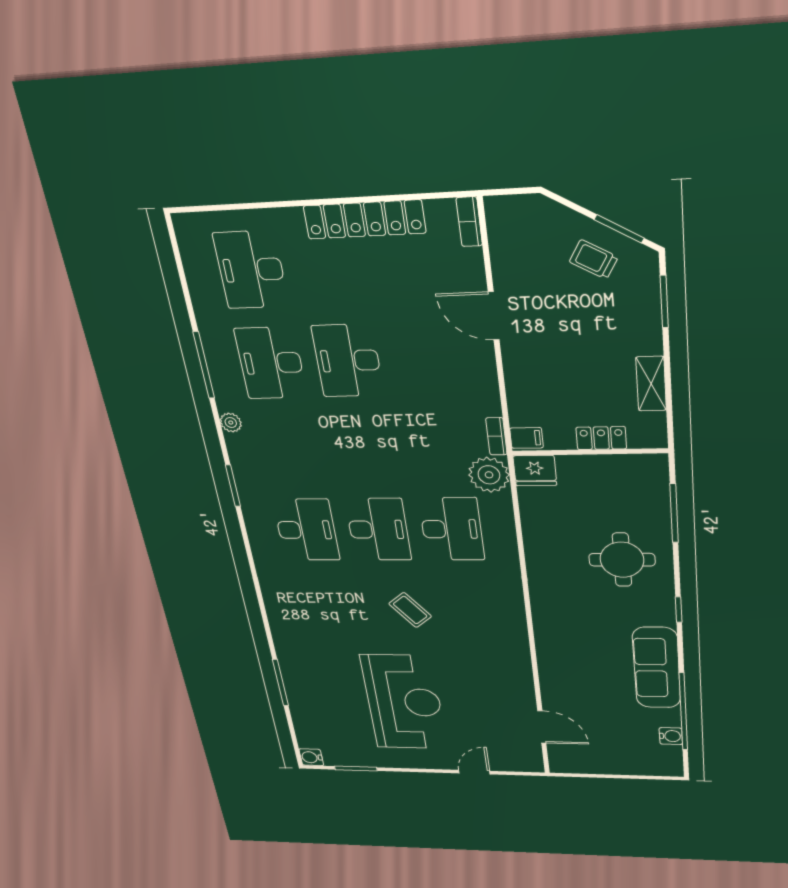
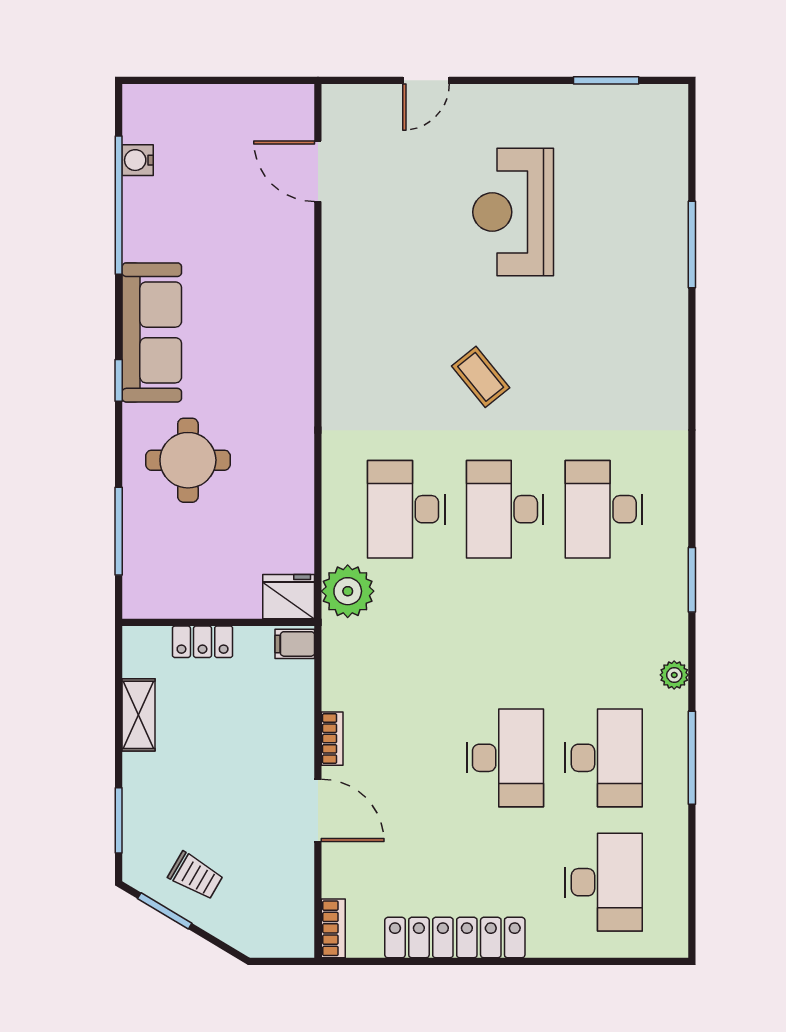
bookcase: (496, 436) -> (332, 739), moved
sofa: (657, 668) -> (152, 332), moved
reception desk: (404, 702) -> (513, 212), width x0.74, depth x0.77
water cooler: (311, 757) -> (672, 101), removed

